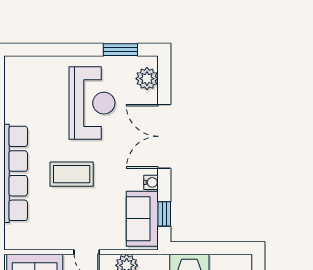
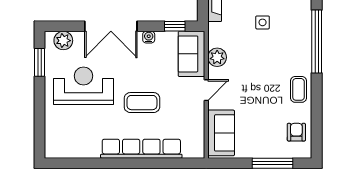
coffee table: (72, 174) -> (142, 103), turned 90
sofa: (142, 219) -> (191, 54), moved, turned 90

